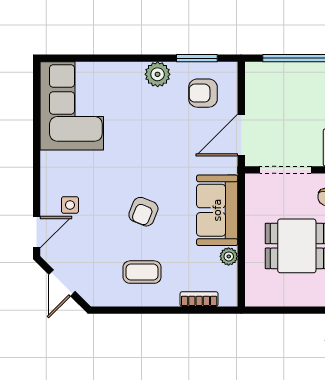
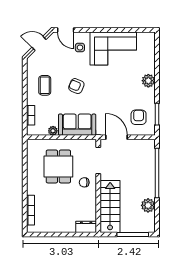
plant: (158, 74) -> (148, 81), moved
corner sofa: (72, 106) -> (113, 48), moved

